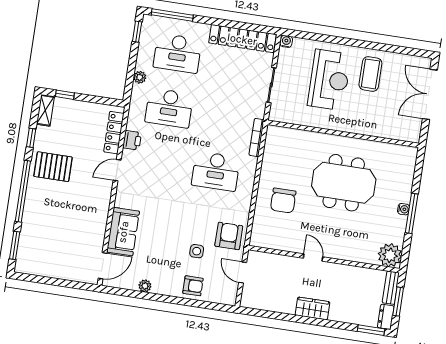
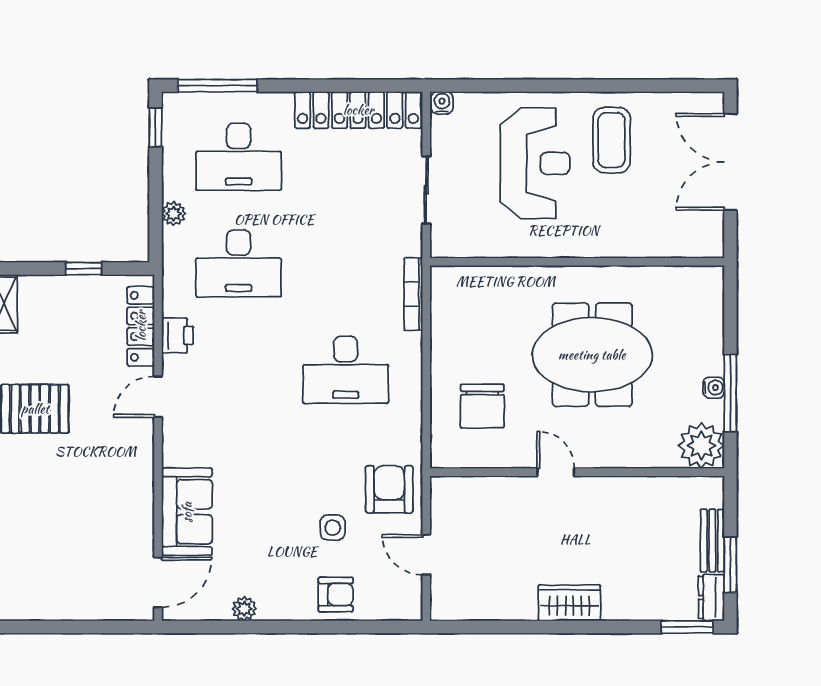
window: (65, 95) -> (84, 269), moved
plant: (390, 255) -> (701, 446), moved
door: (313, 257) -> (556, 472), moved
wall: (324, 259) -> (577, 472), moved

